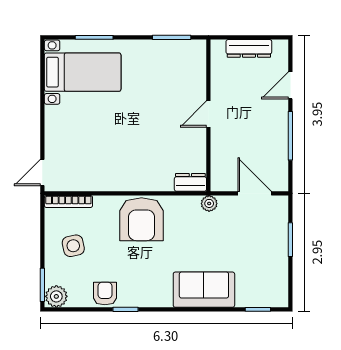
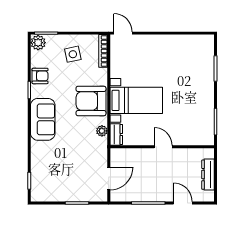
bed with nightstands: (83, 72) -> (136, 100), moved, turned -90
plant: (209, 203) -> (102, 131), moved
sofa: (204, 290) -> (43, 119), moved

